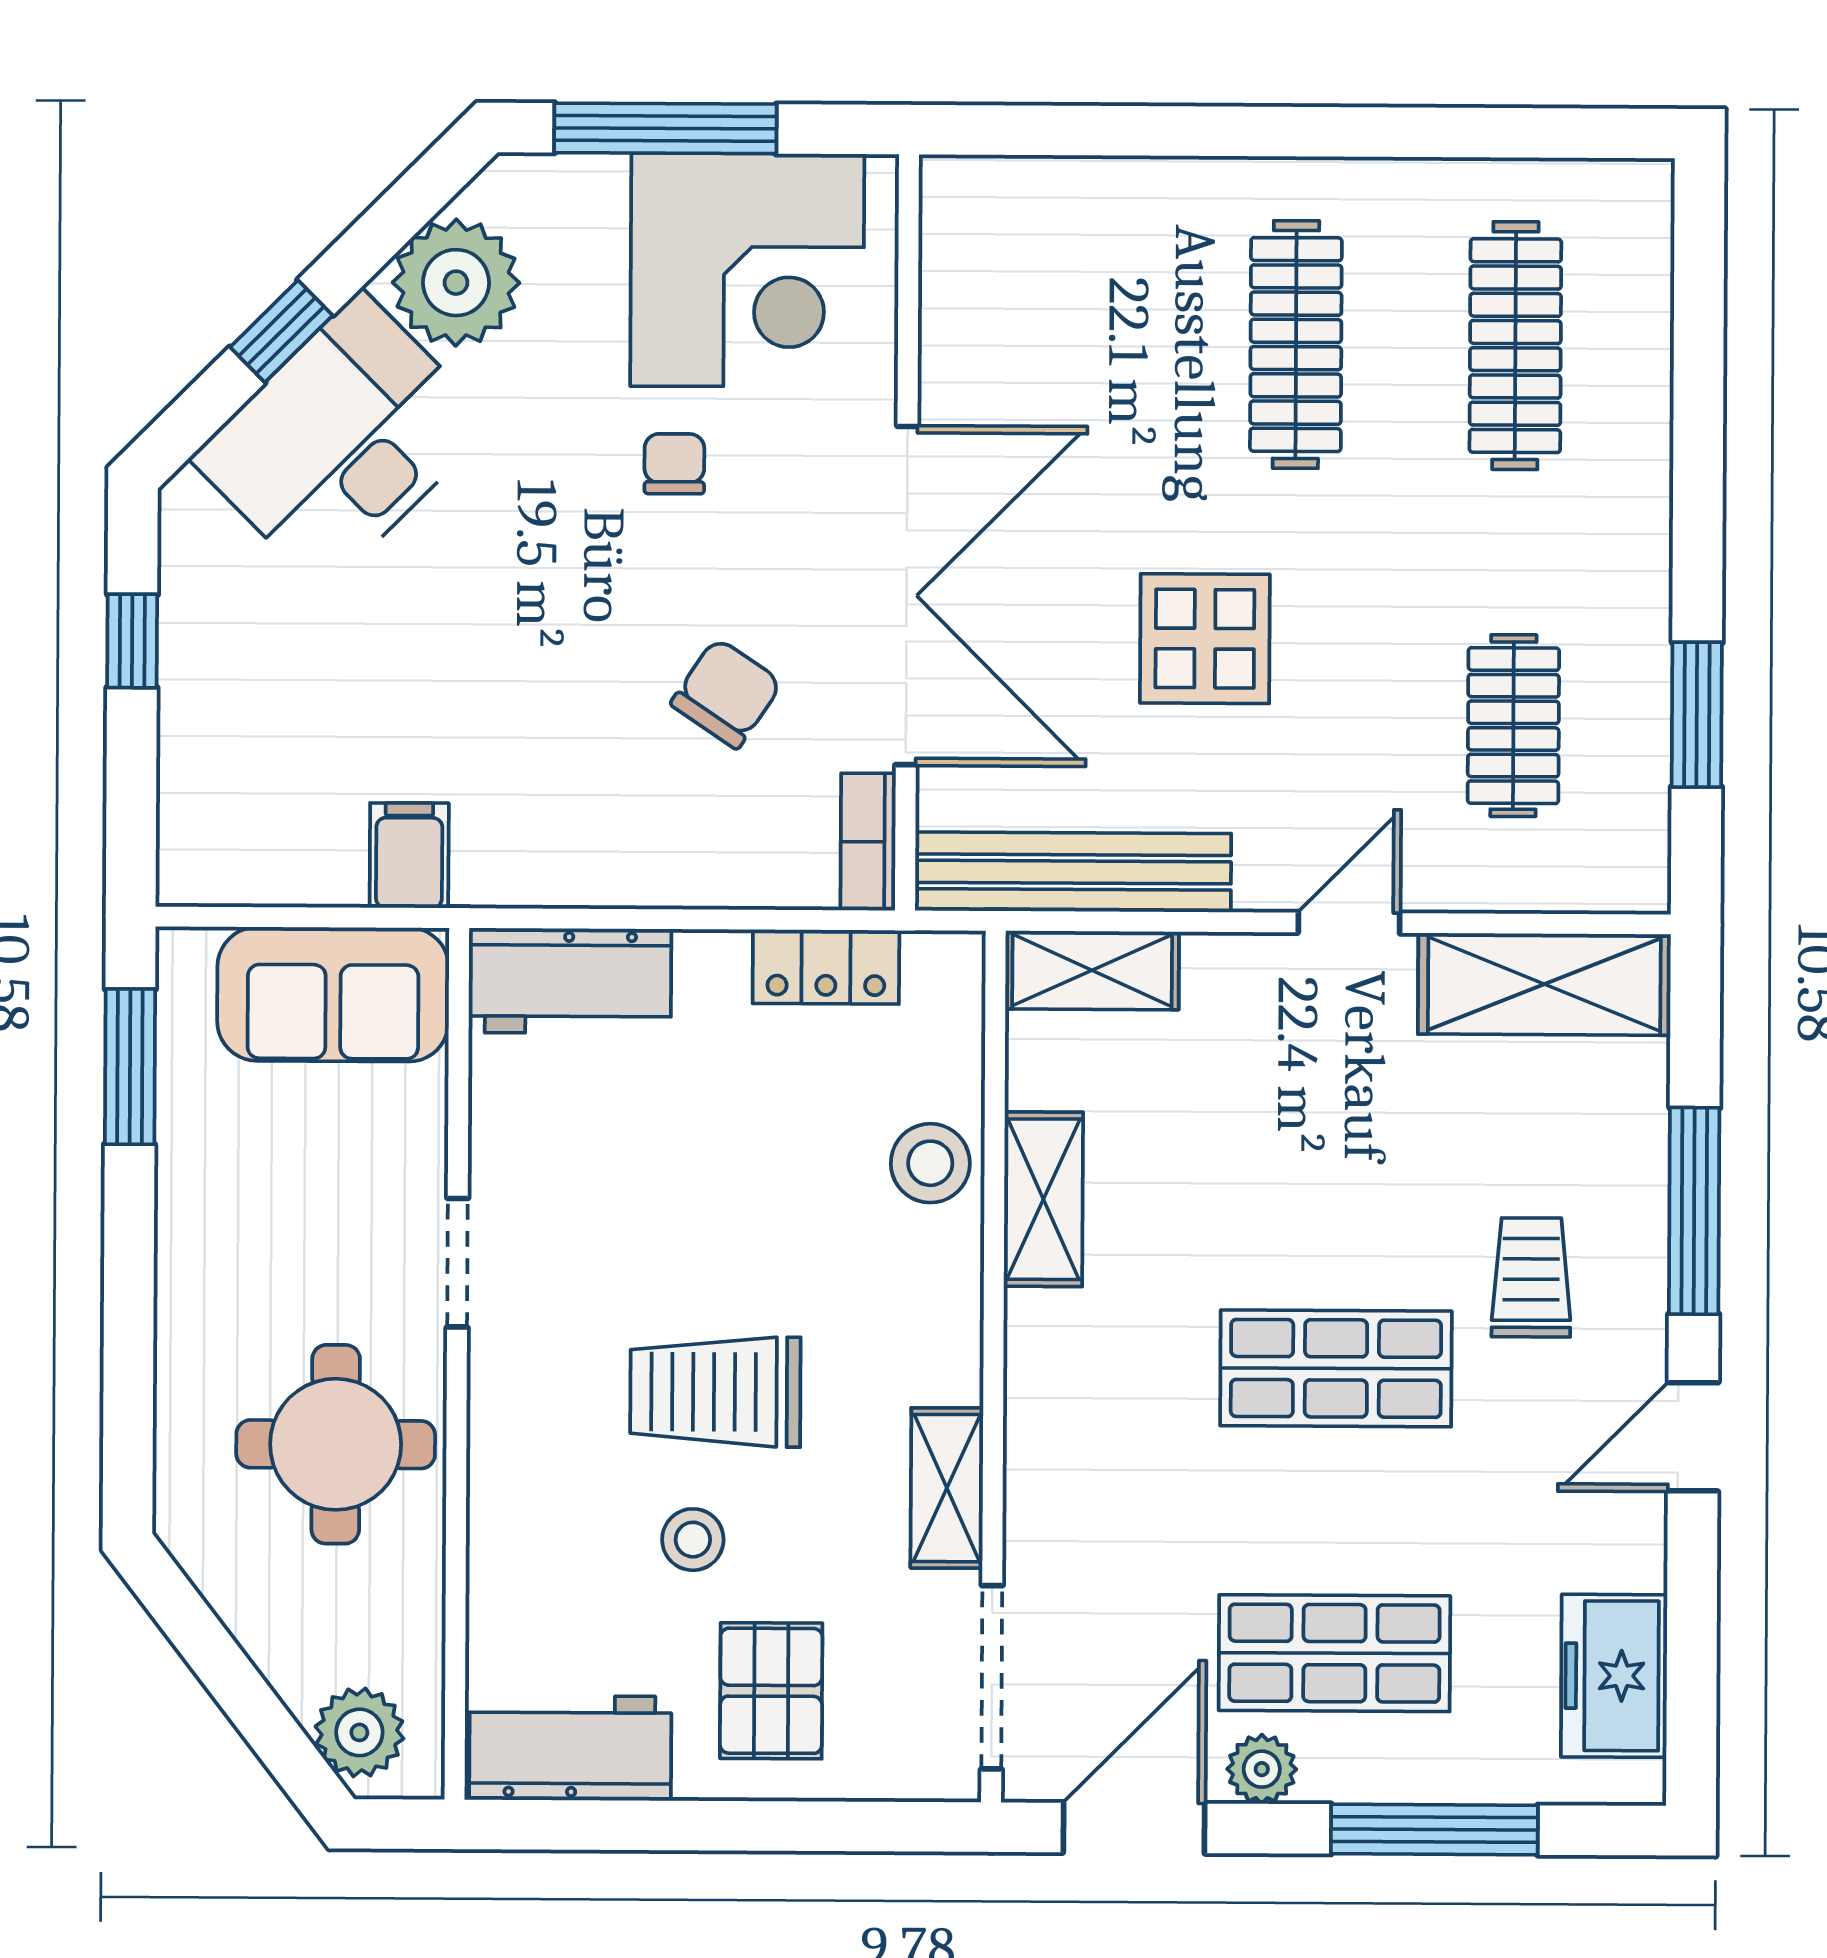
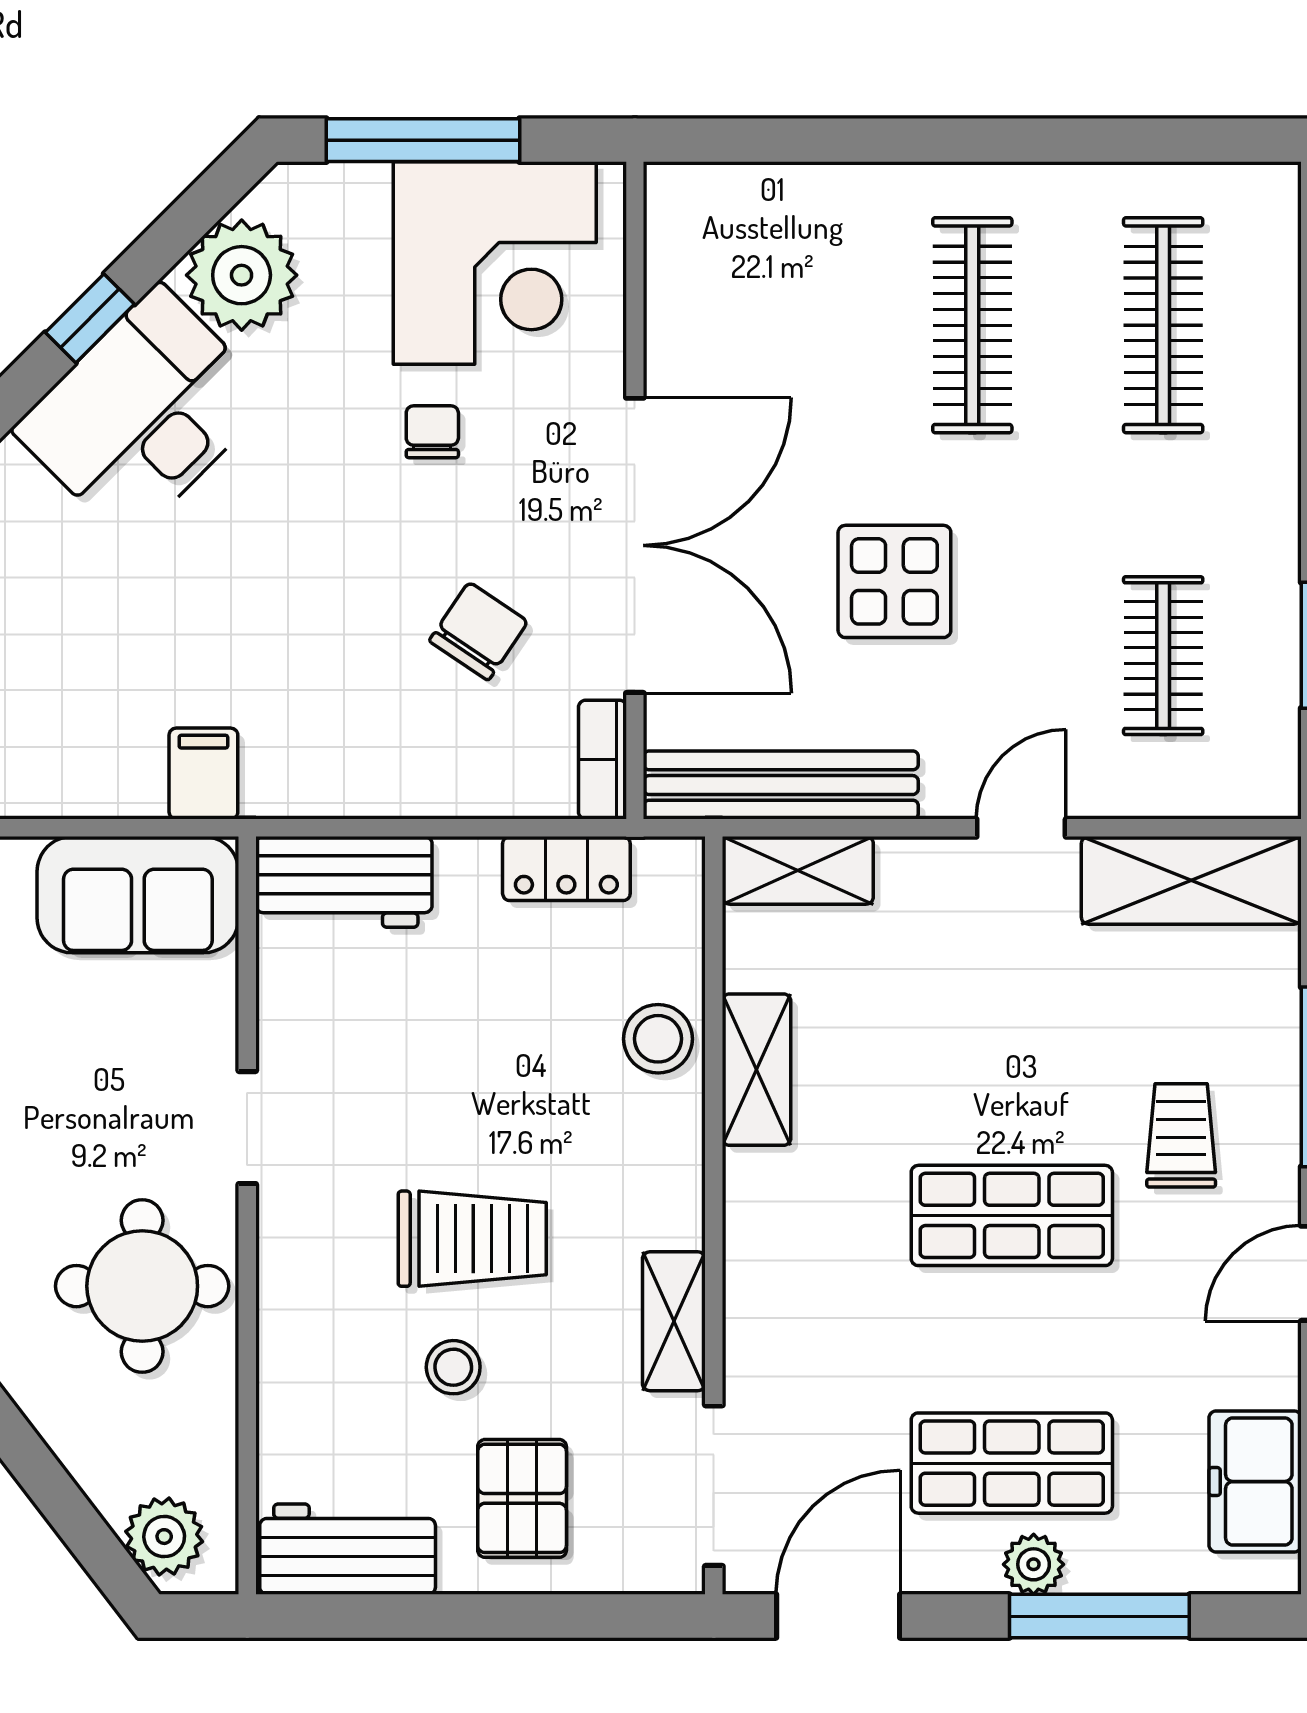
trolley: (715, 1392) -> (472, 1239), turned 180
plant: (1262, 1769) -> (1034, 1564), moved

